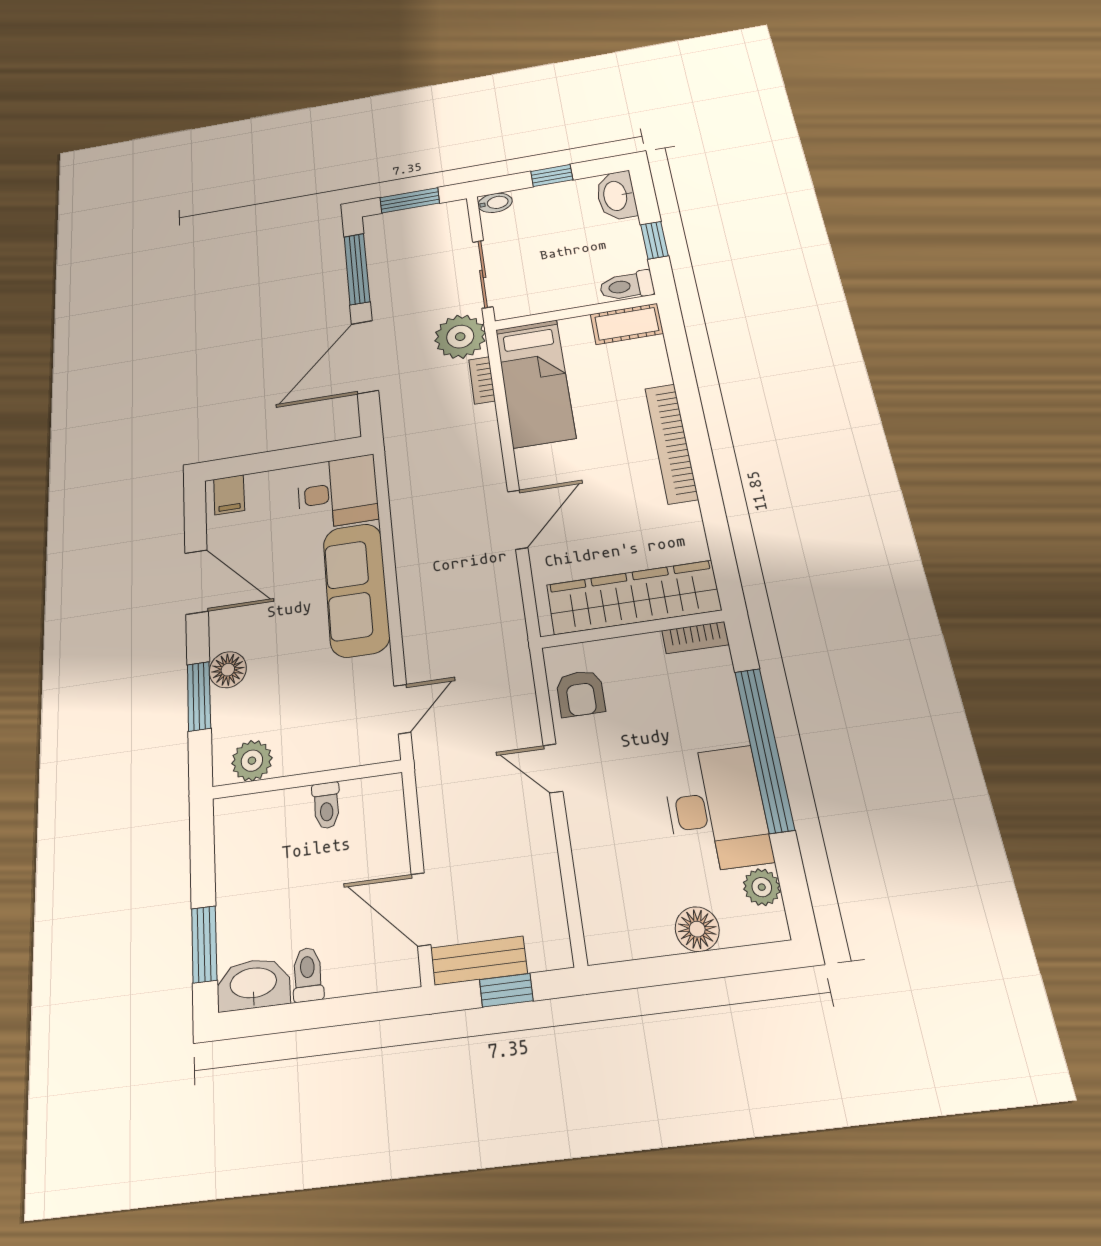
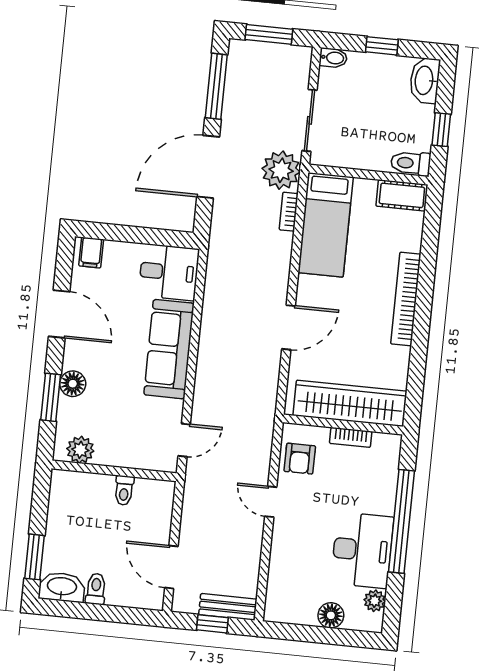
bookcase: (695, 638) -> (351, 437), moved
bench: (479, 961) -> (228, 607), moved

